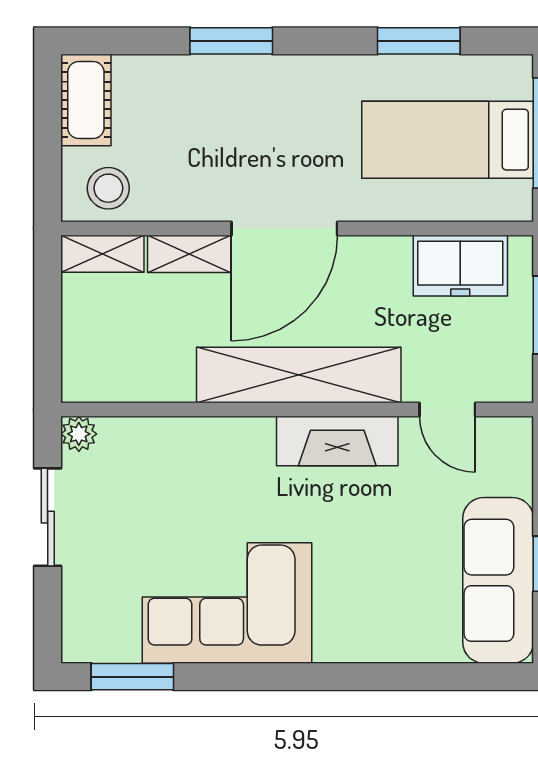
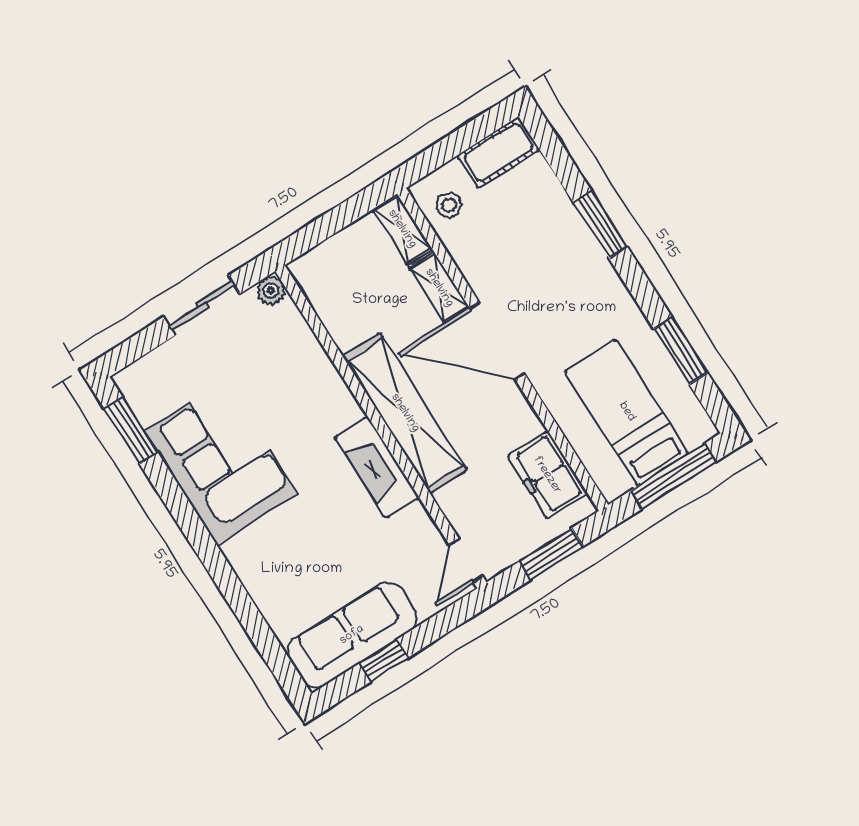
stool: (108, 188) -> (449, 205), width x0.73, depth x0.73
door: (447, 409) -> (466, 561), moved

